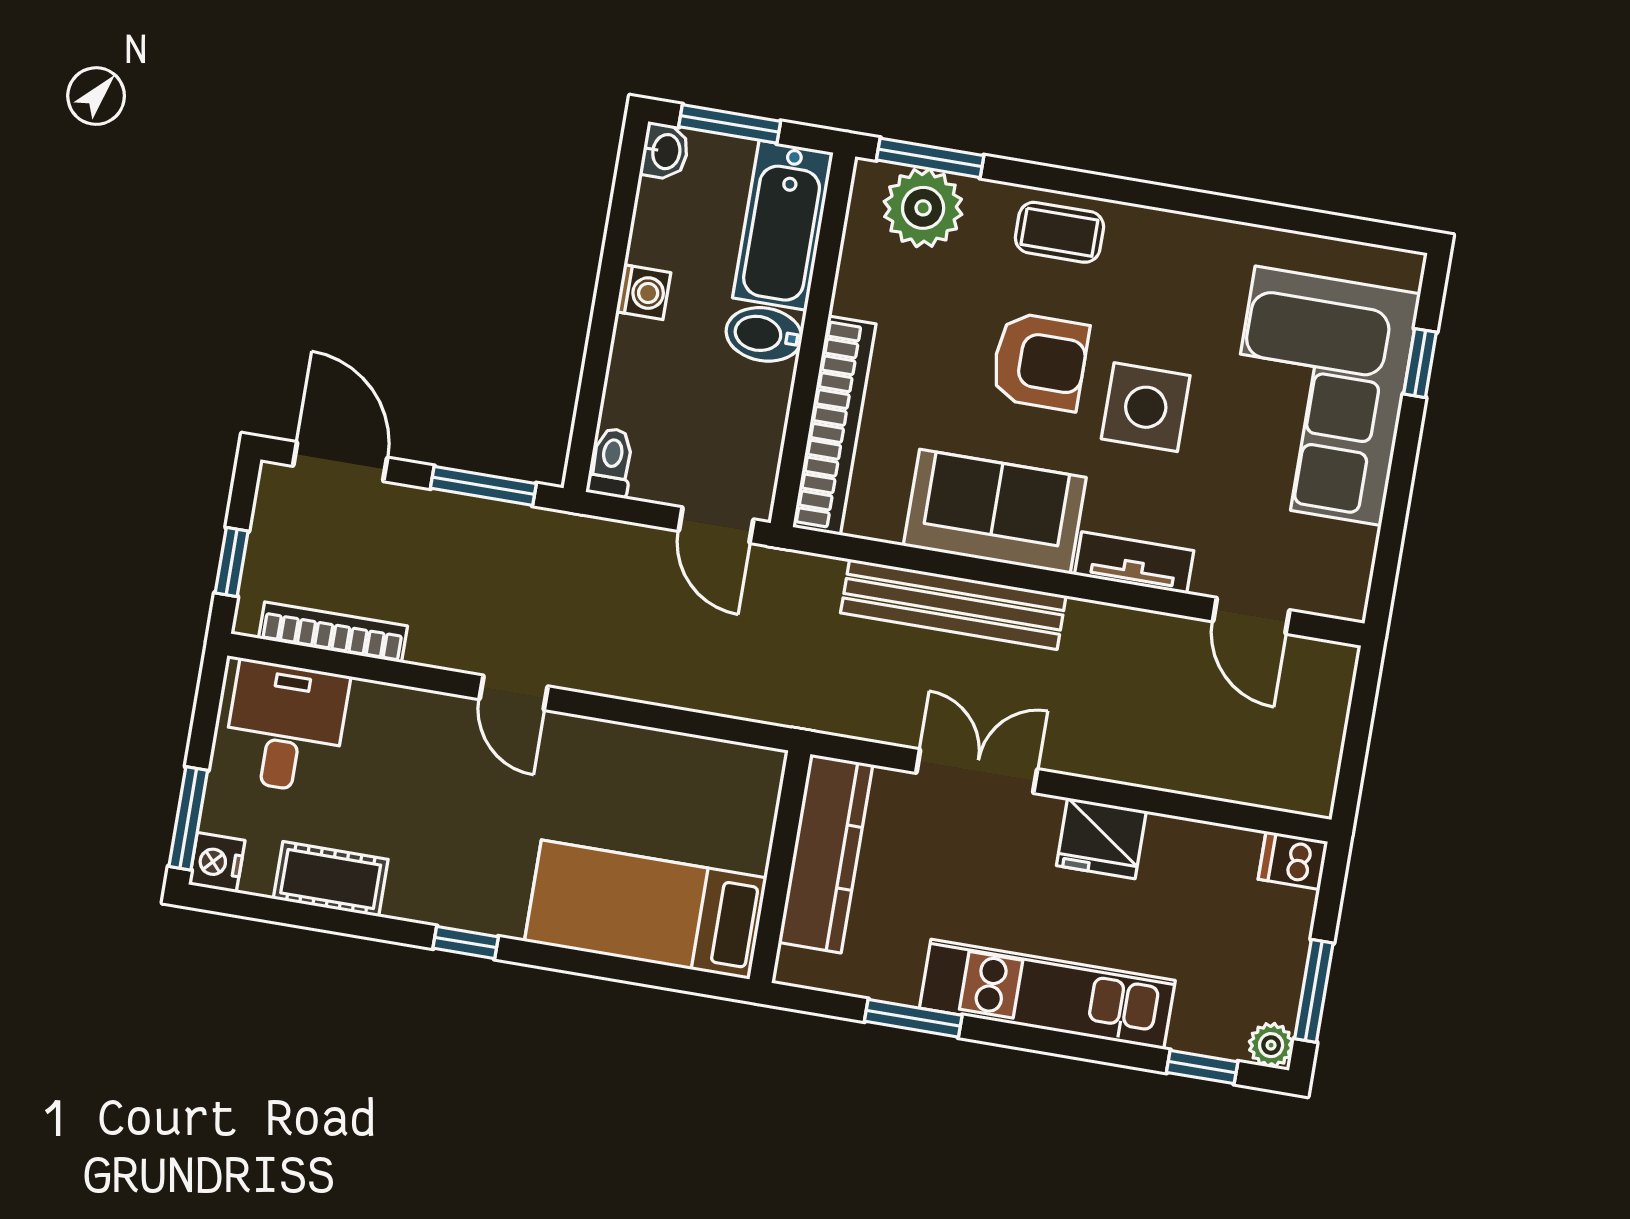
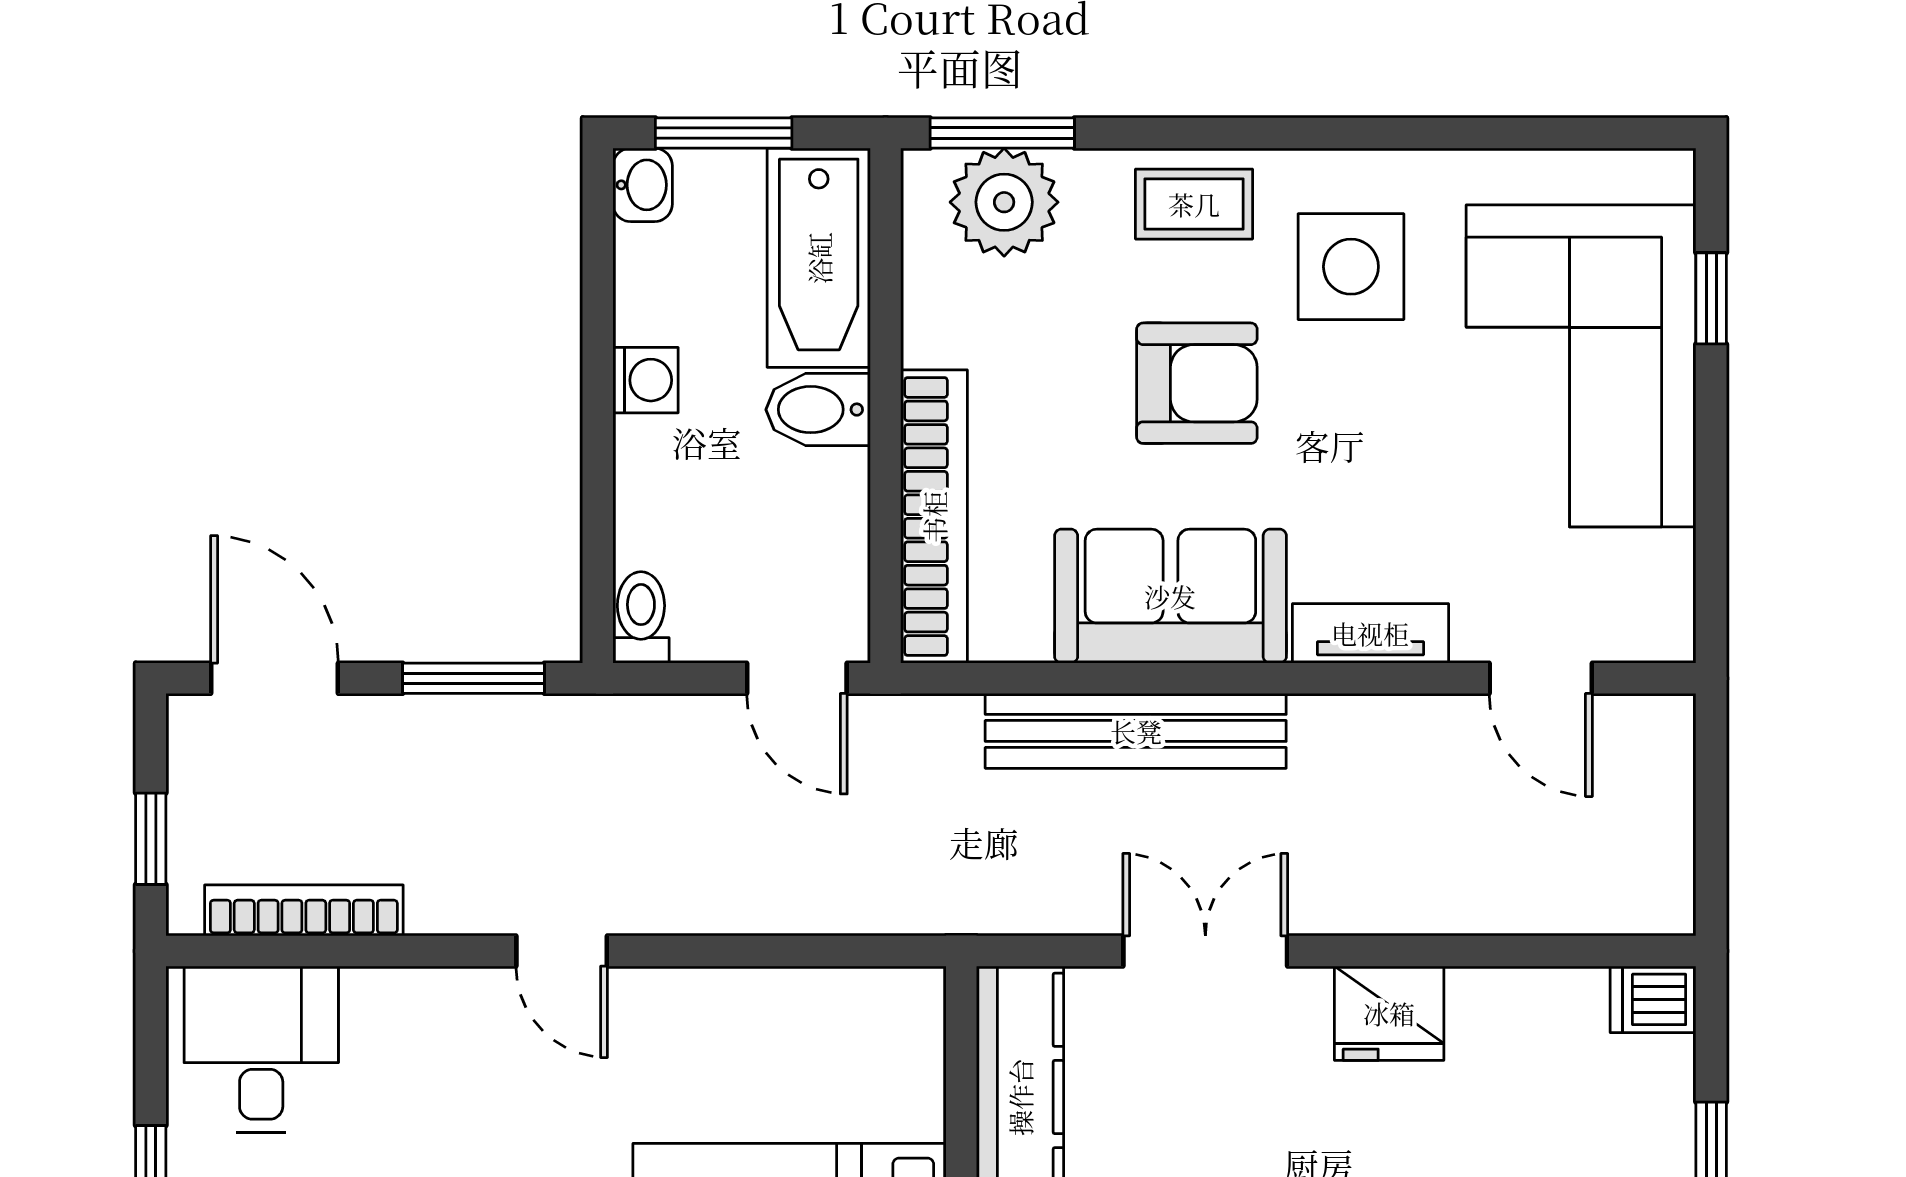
side table: (1146, 407) -> (1351, 267), moved

